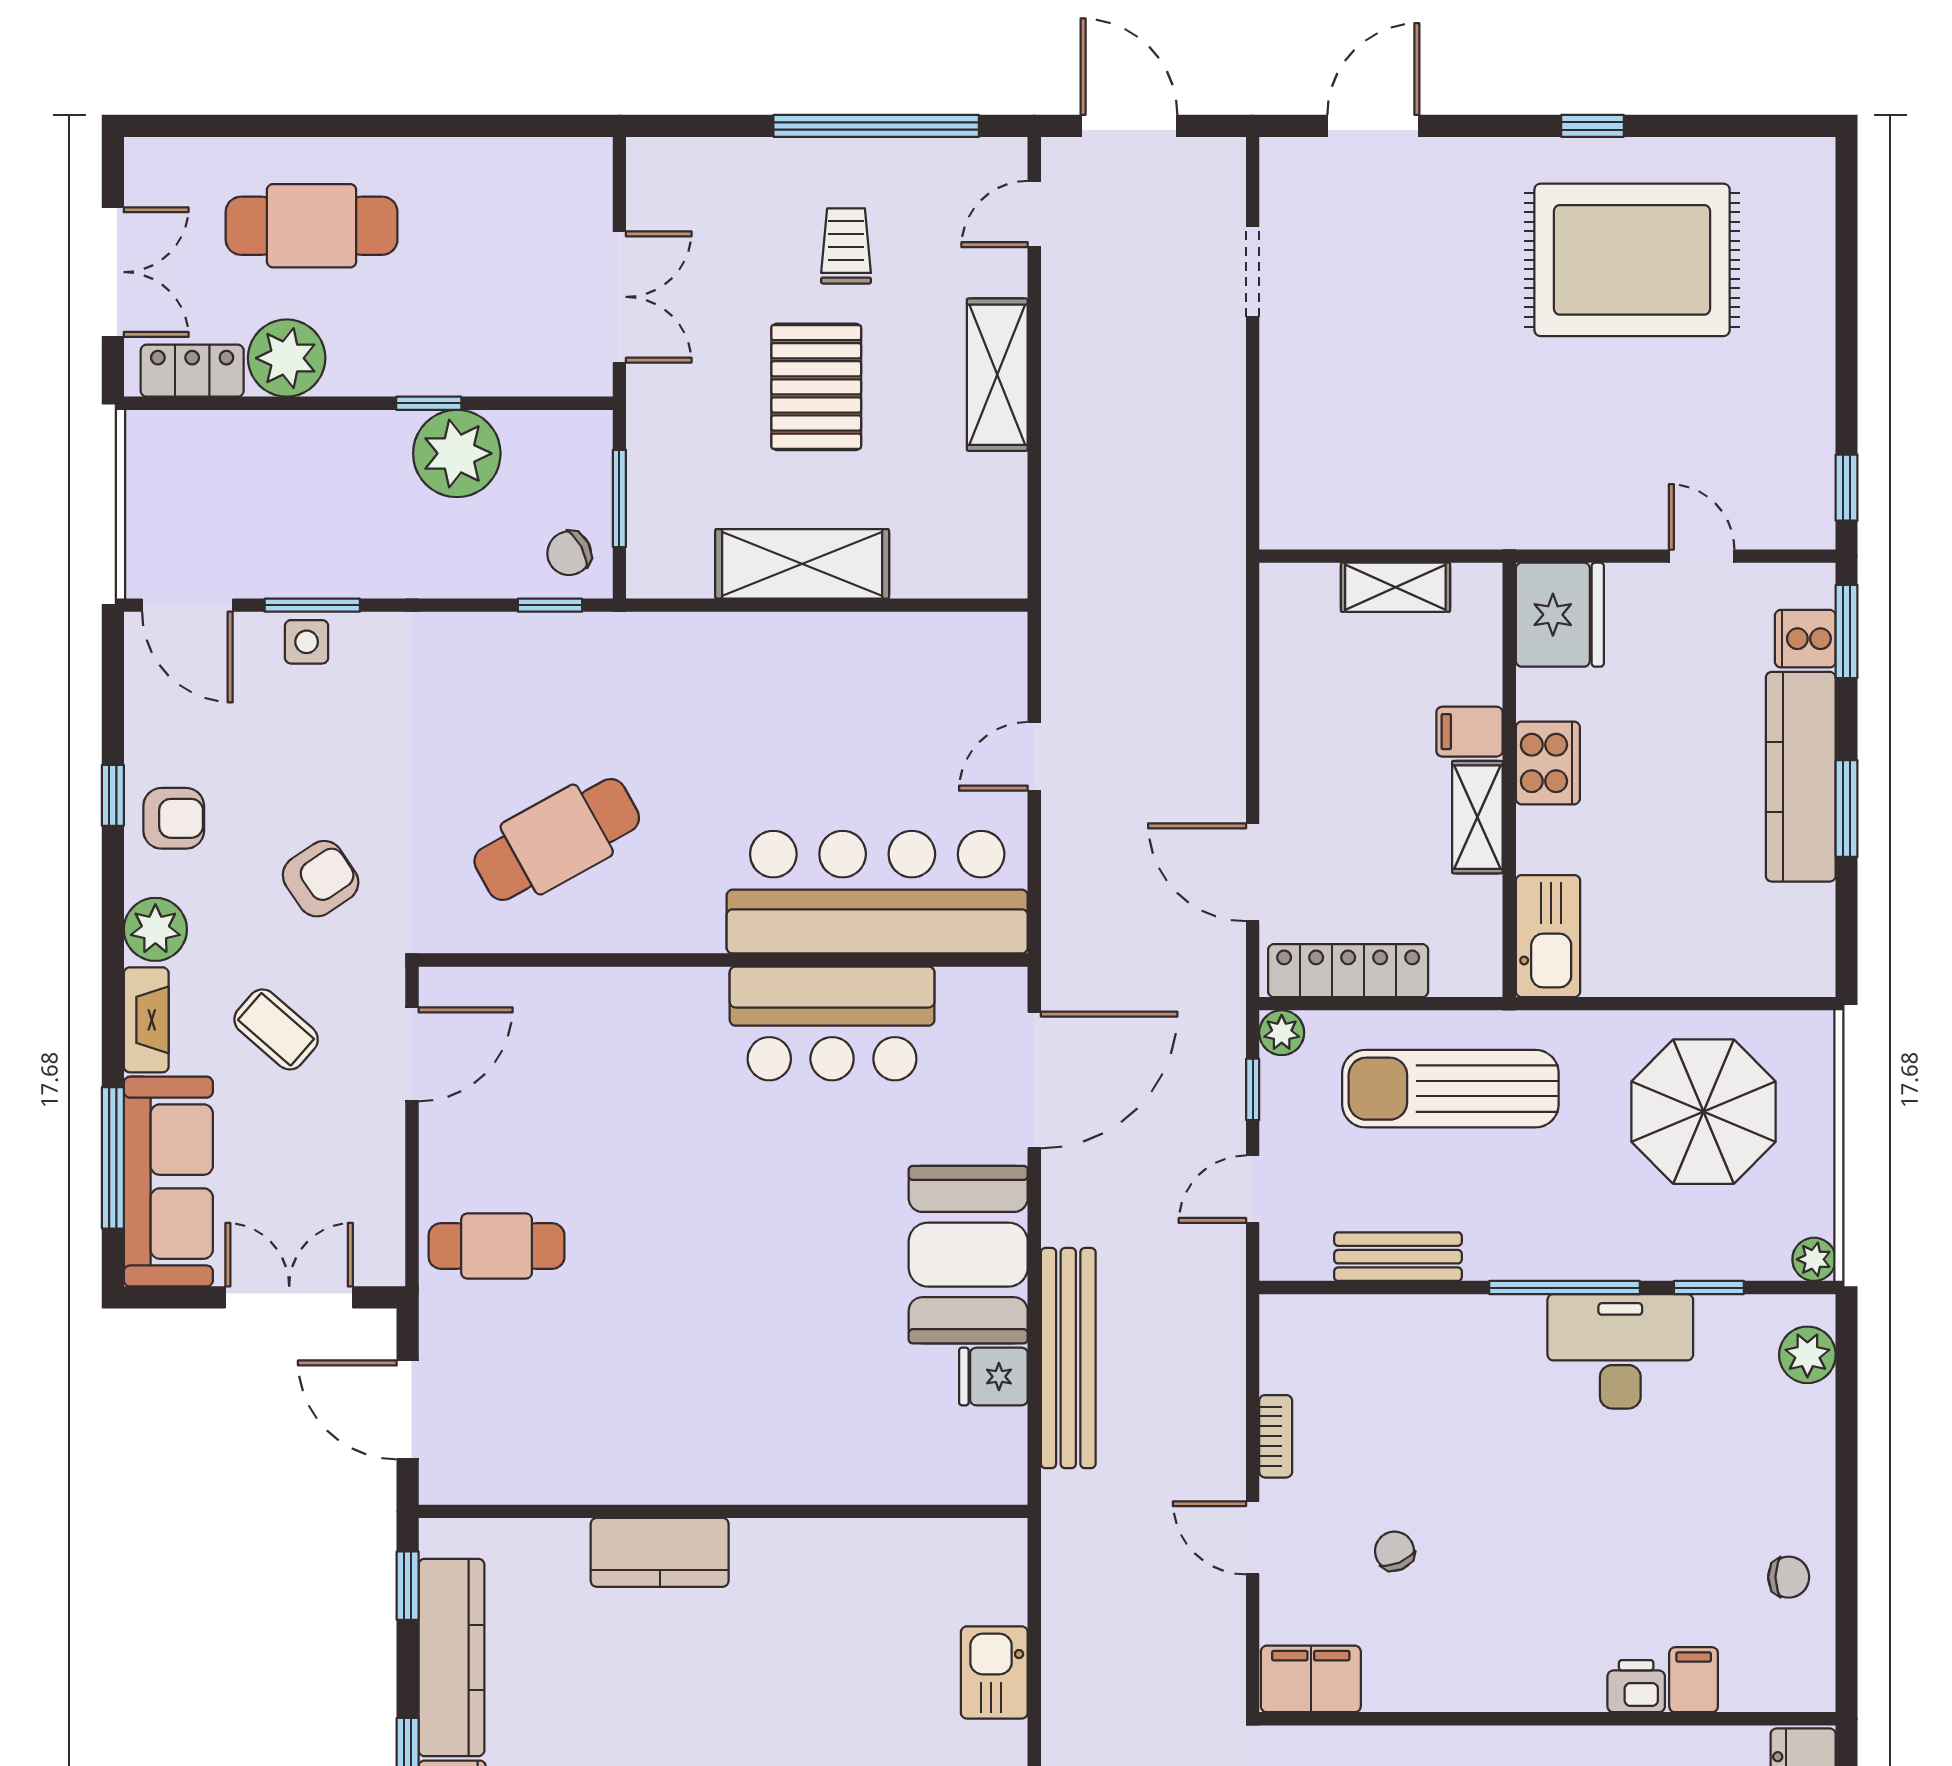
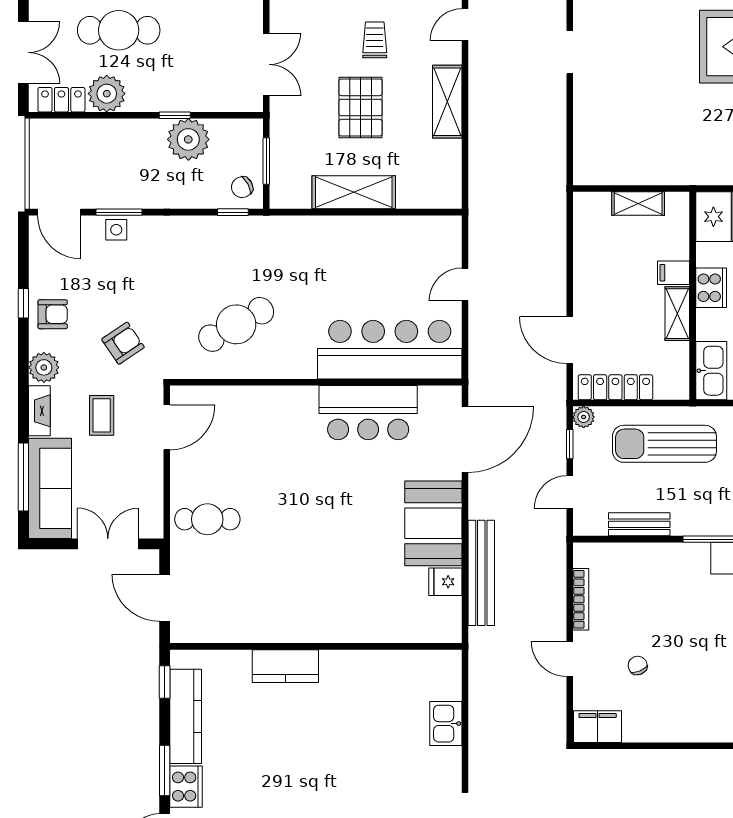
coffee table: (276, 1029) -> (102, 415), turned 49
bookcase: (1276, 1436) -> (581, 599), width x1.56

